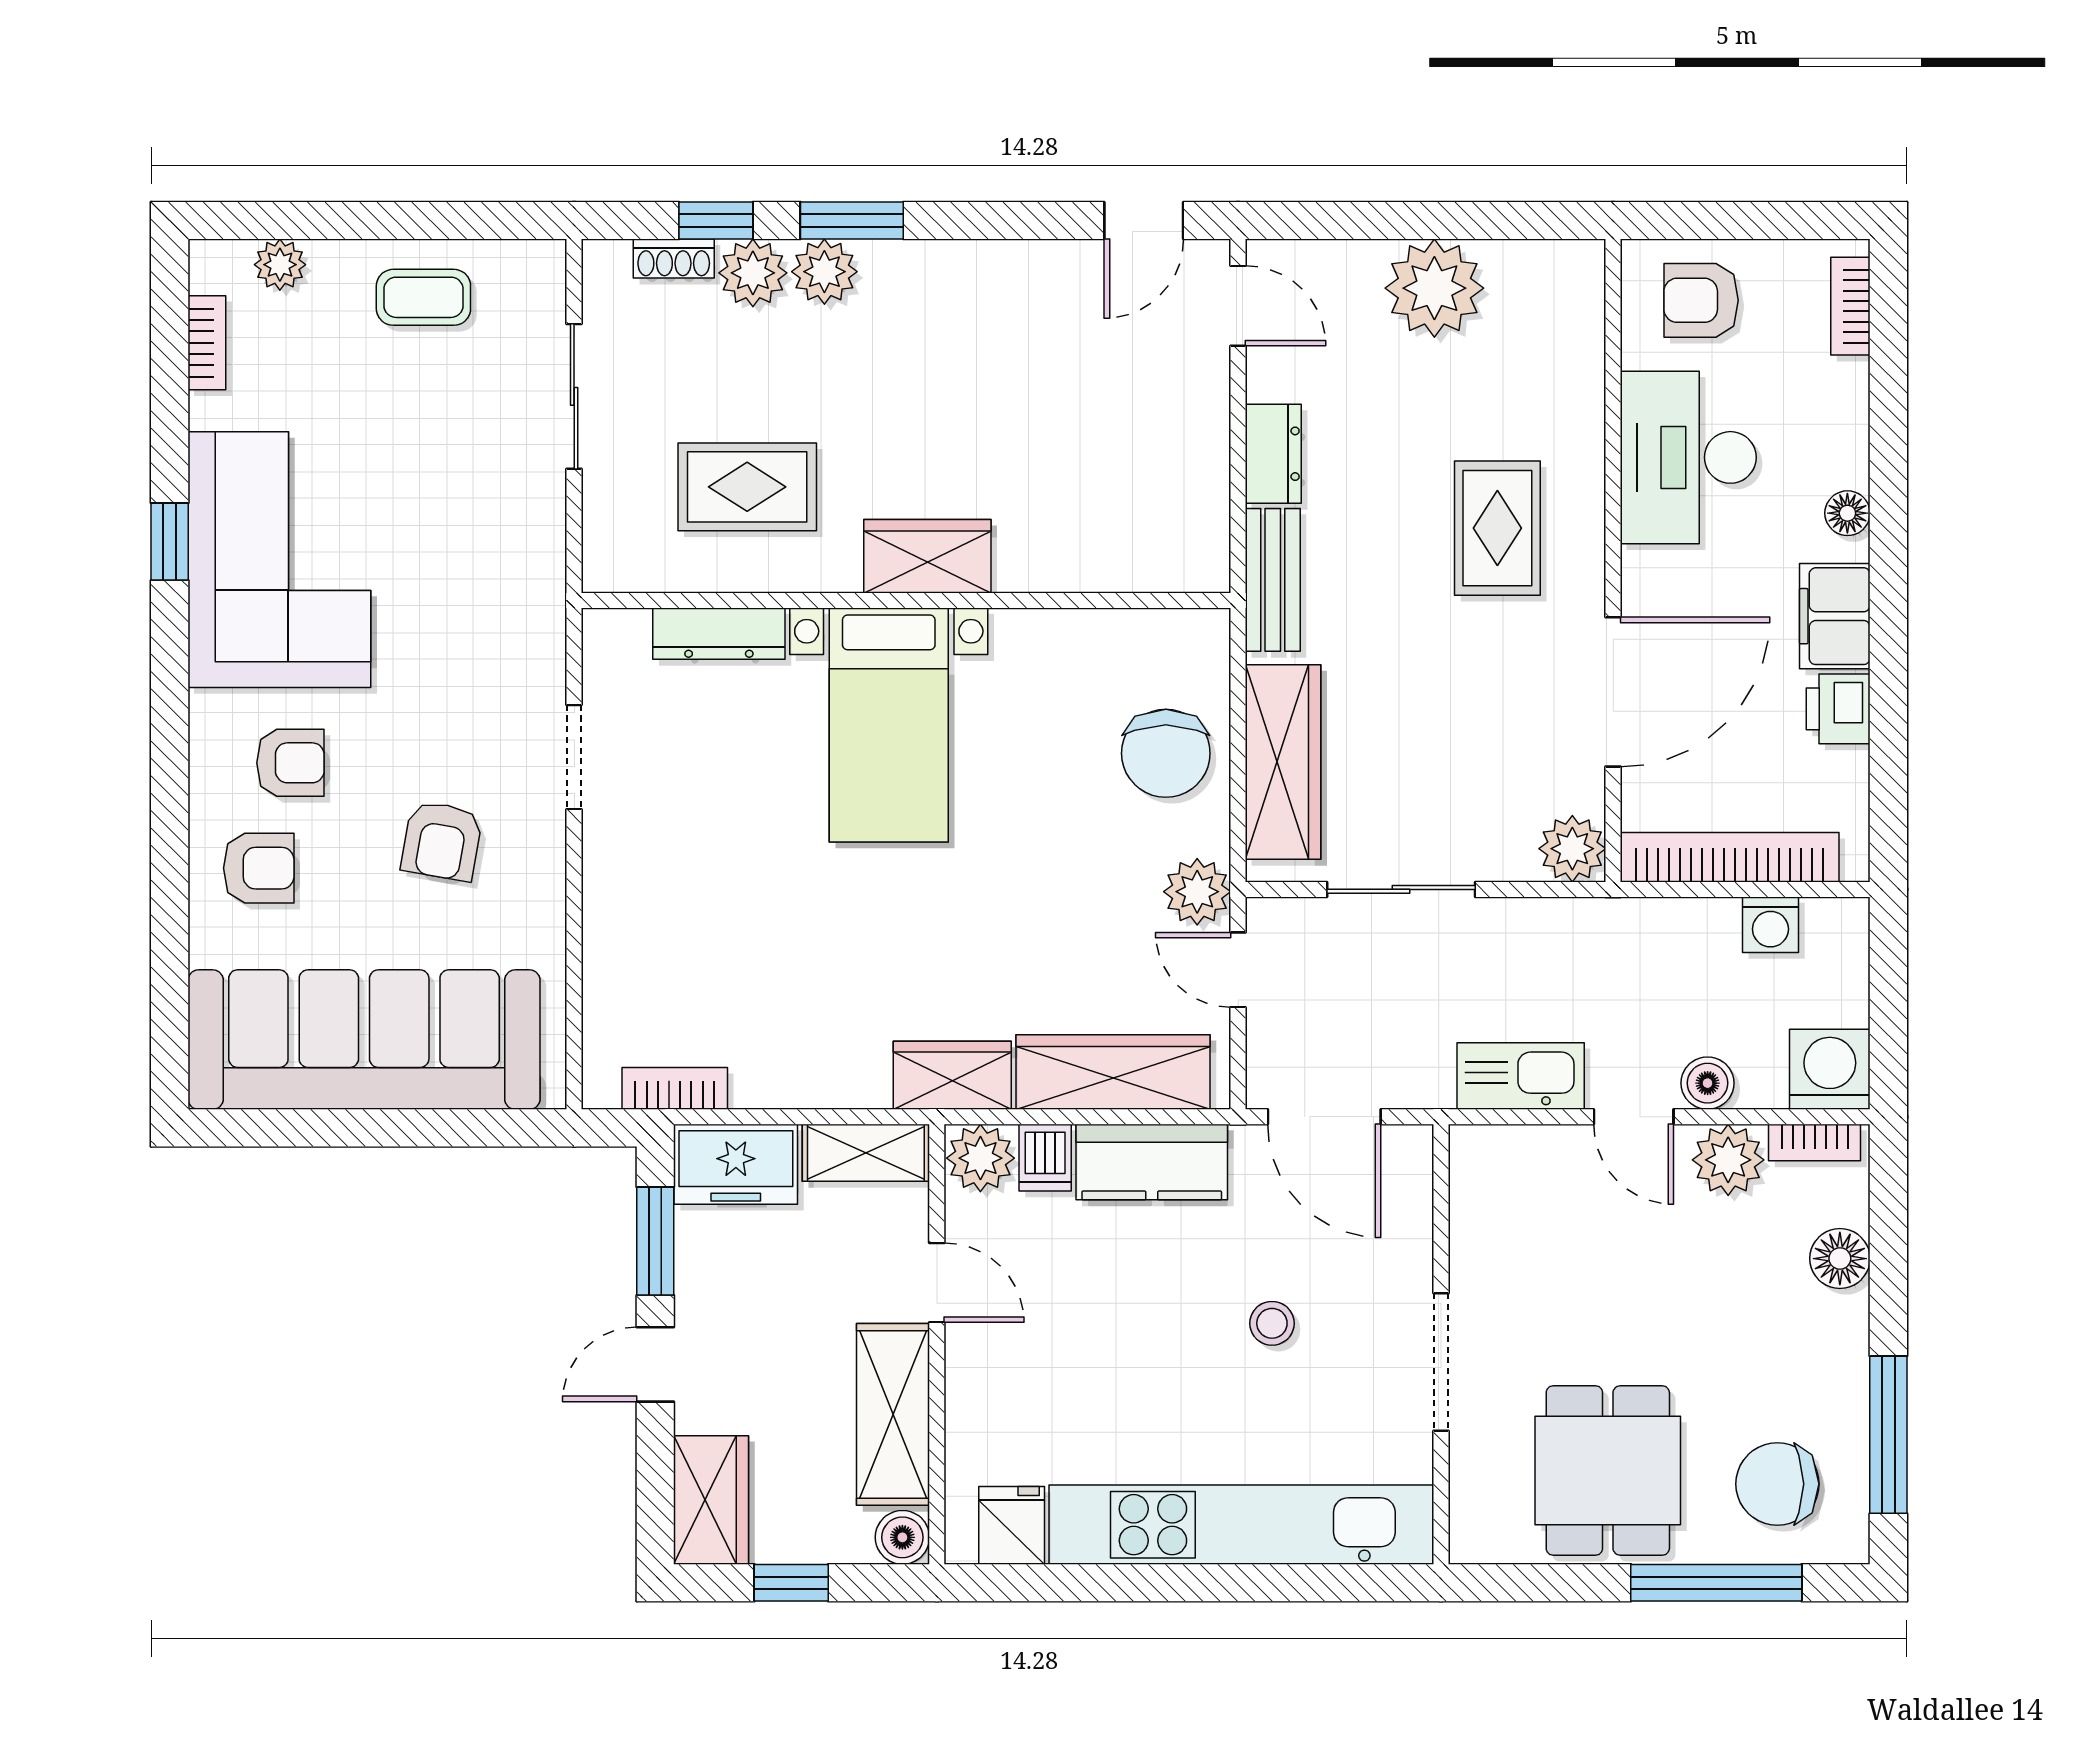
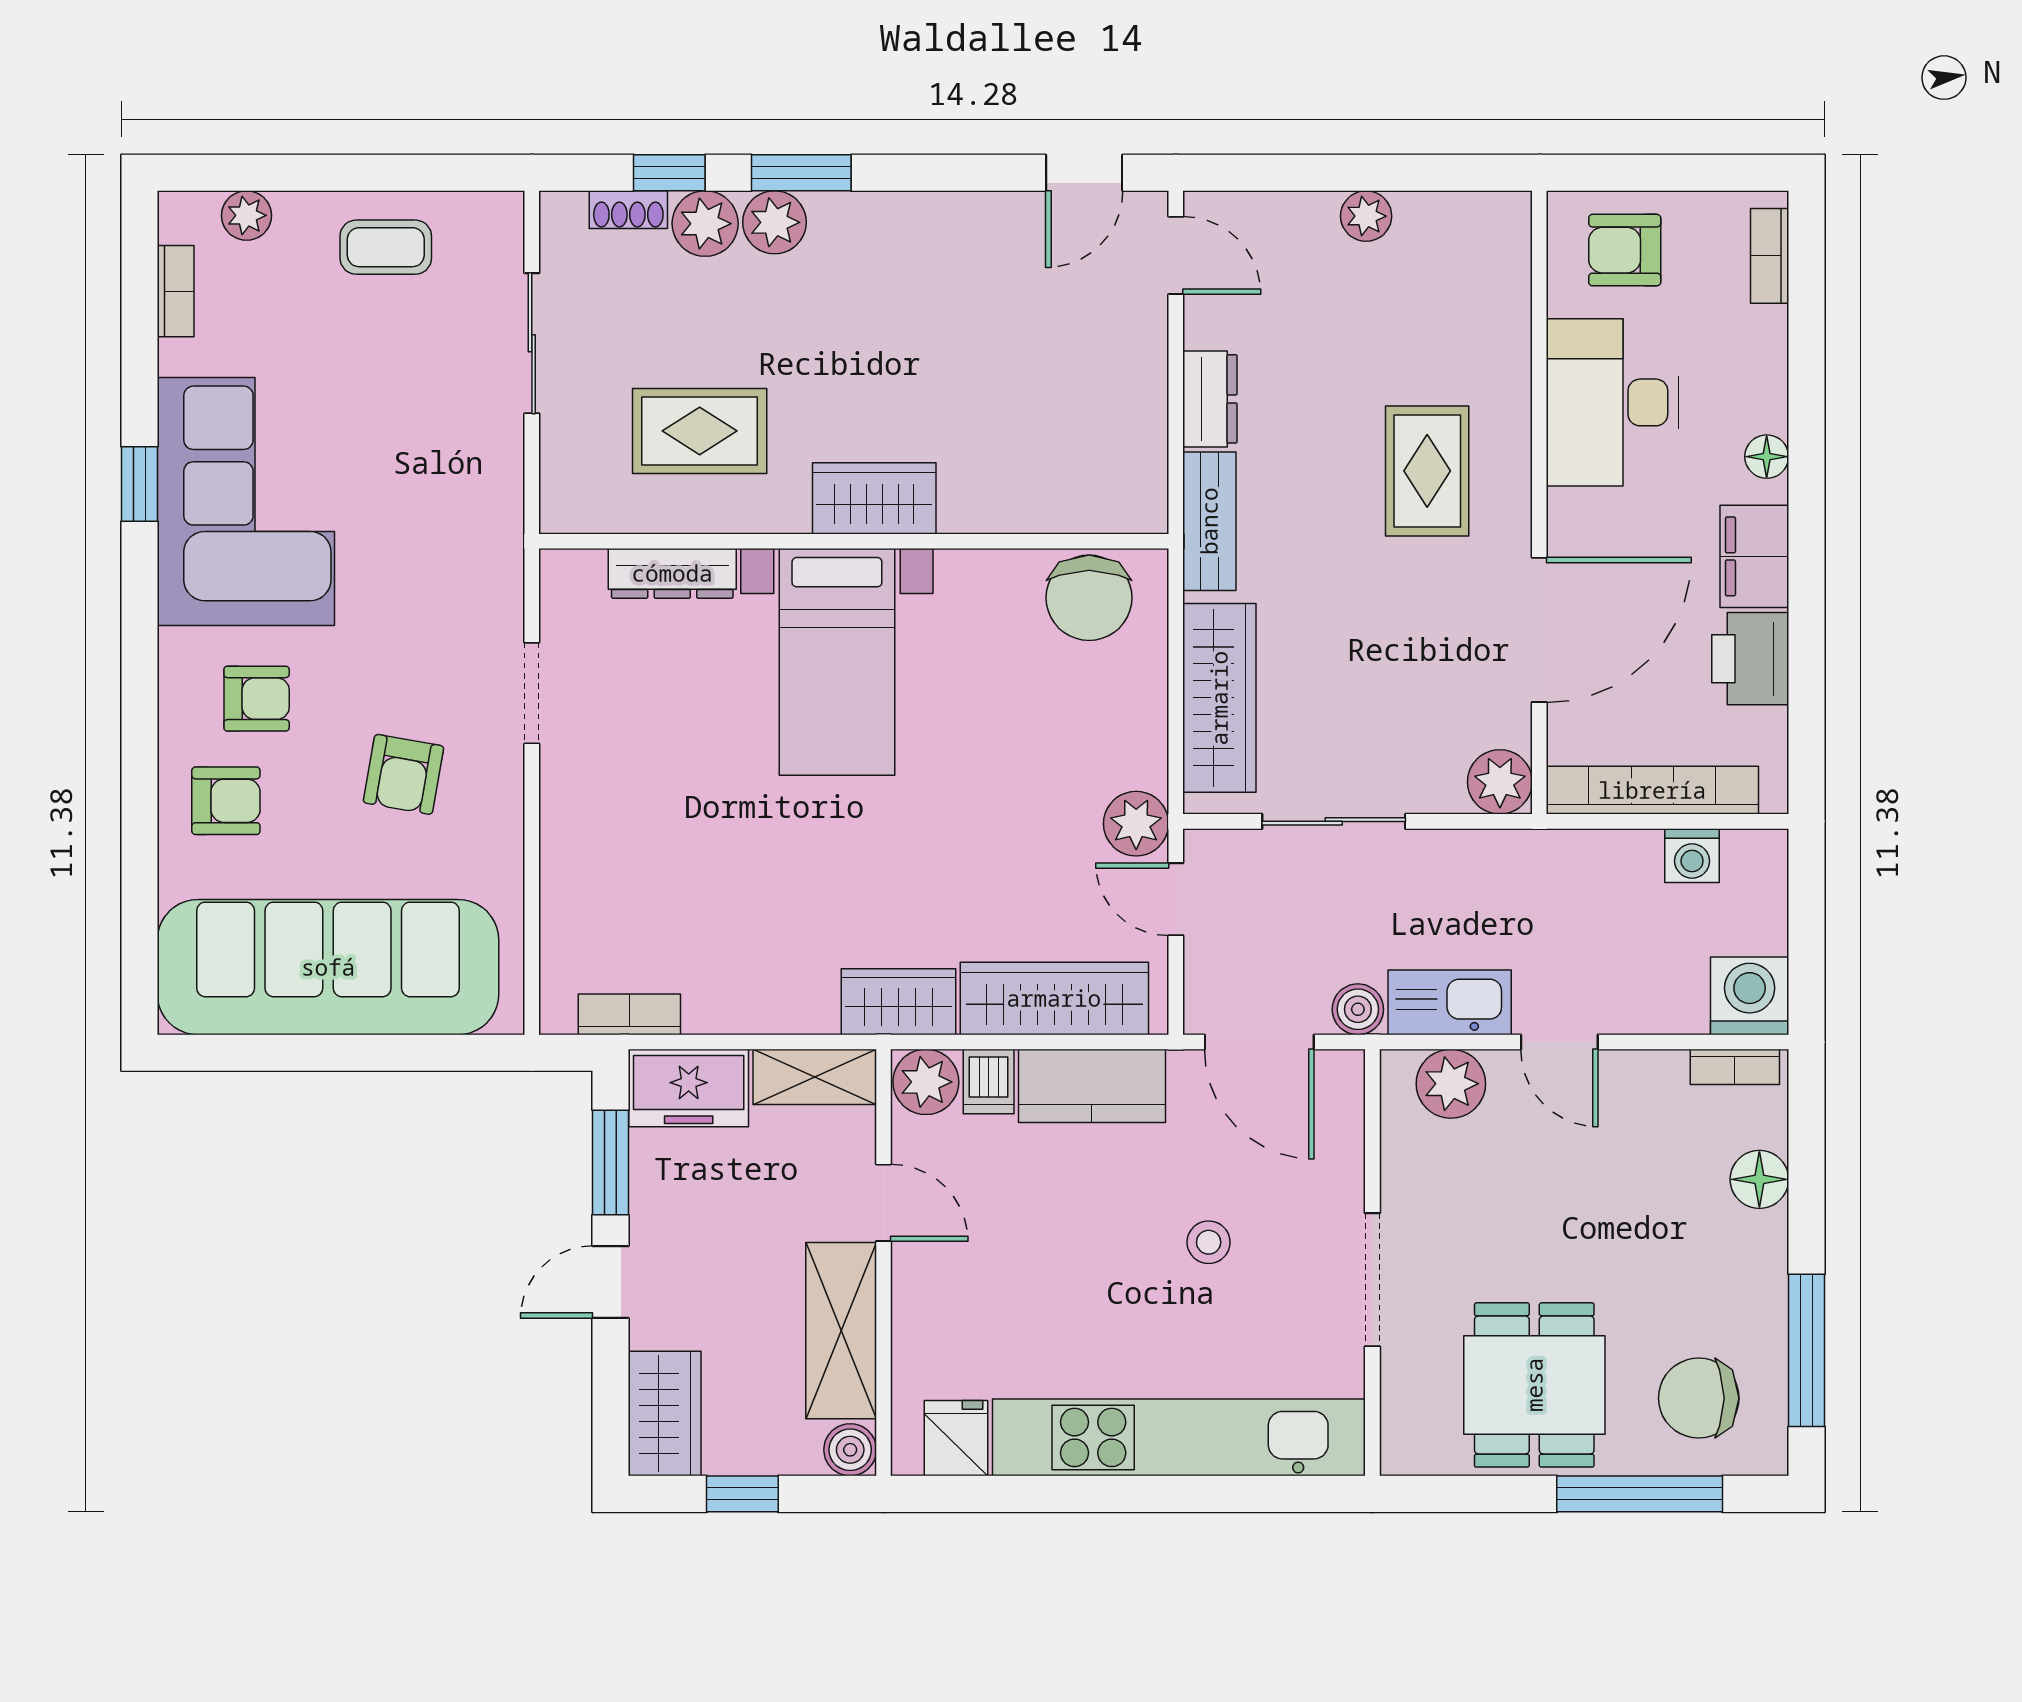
plant: (1434, 288) -> (1366, 216), width x0.53, depth x0.53
printer: (1838, 709) -> (1750, 659), width x1.36, depth x1.24
chair: (1166, 753) -> (1089, 598), moved
boiler: (1708, 1083) -> (1358, 1009), moved
plant: (1728, 1160) -> (1451, 1084), moved

